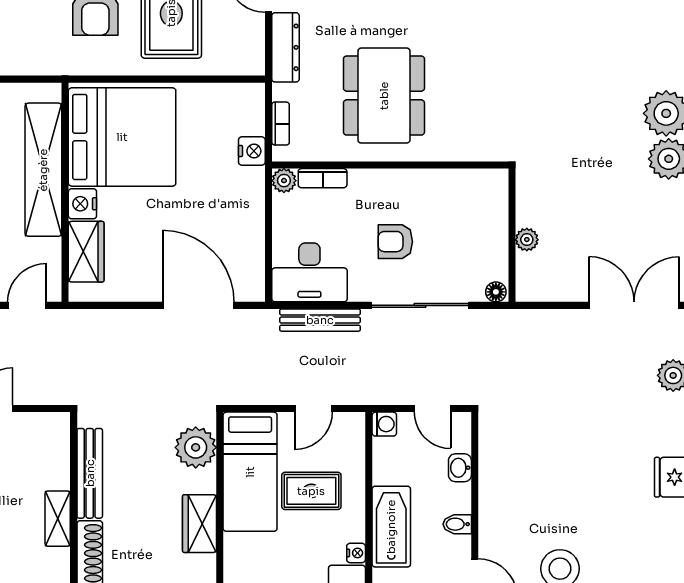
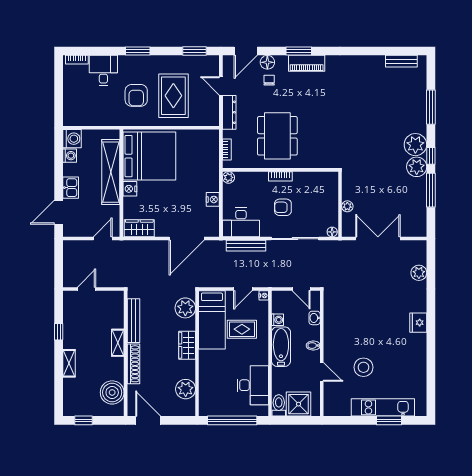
nightstand: (252, 151) -> (213, 199), moved
bookcase: (323, 178) -> (280, 176), moved
wardrobe: (86, 252) -> (139, 228), moved, turned -90
door: (198, 305) -> (187, 239), swing flipped
double door: (634, 305) -> (378, 239), moved
washing machine: (384, 424) -> (278, 320), moved
nightstand: (356, 553) -> (264, 295), moved

